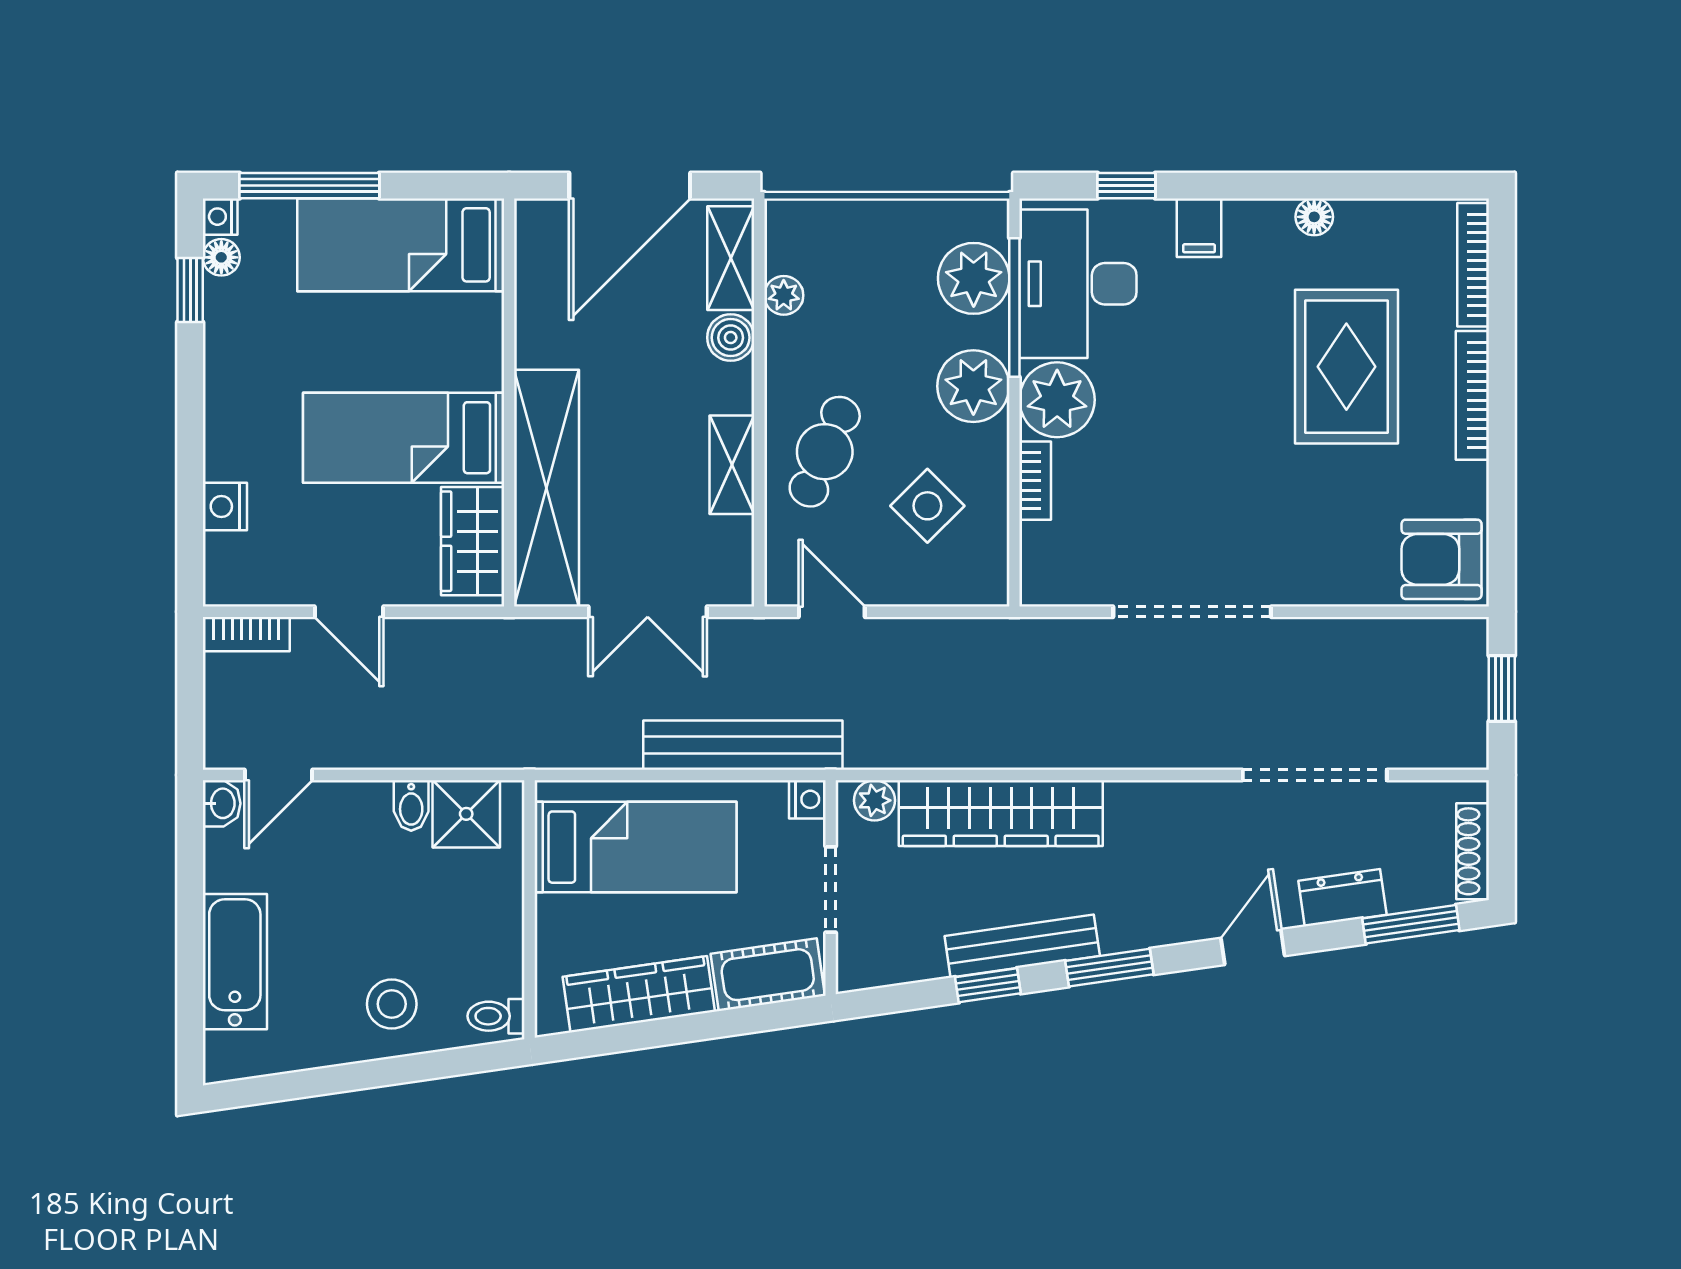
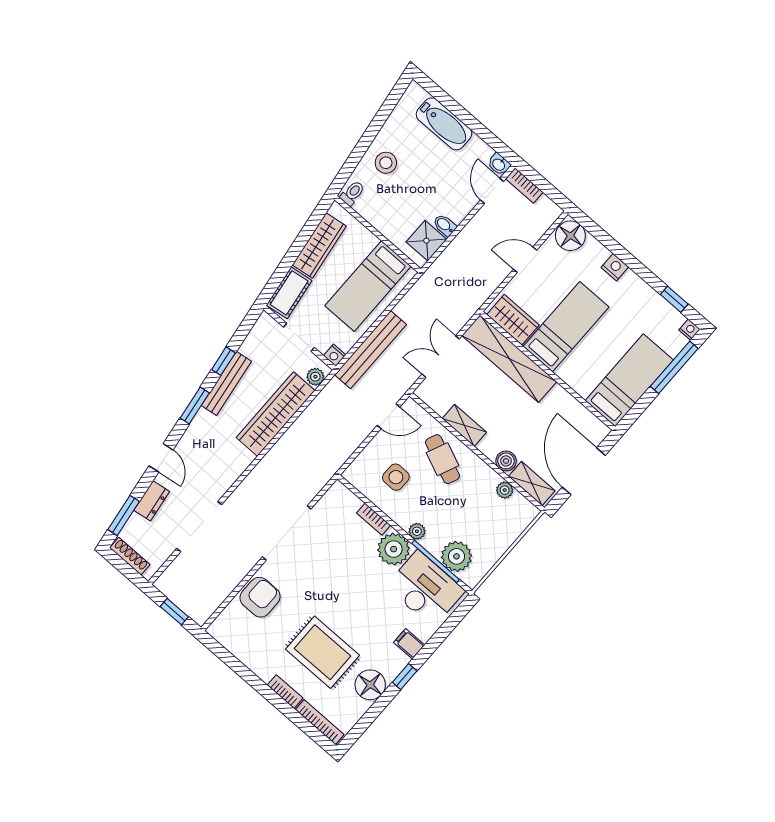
window: (1126, 186) -> (405, 677), moved
floor lamp: (1314, 217) -> (370, 685), width x1.89, depth x1.89
floor lamp: (221, 257) -> (570, 236), moved, width x1.89, depth x1.89
plant: (973, 386) -> (417, 531), width x0.53, depth x0.53
bookcase: (1472, 395) -> (285, 692), width x0.64
nightstand: (225, 506) -> (615, 267), moved
side table: (927, 506) -> (396, 477), turned 45
armchair: (1442, 559) -> (260, 597), moved
bookcase: (246, 634) -> (524, 186), moved, turned -90

